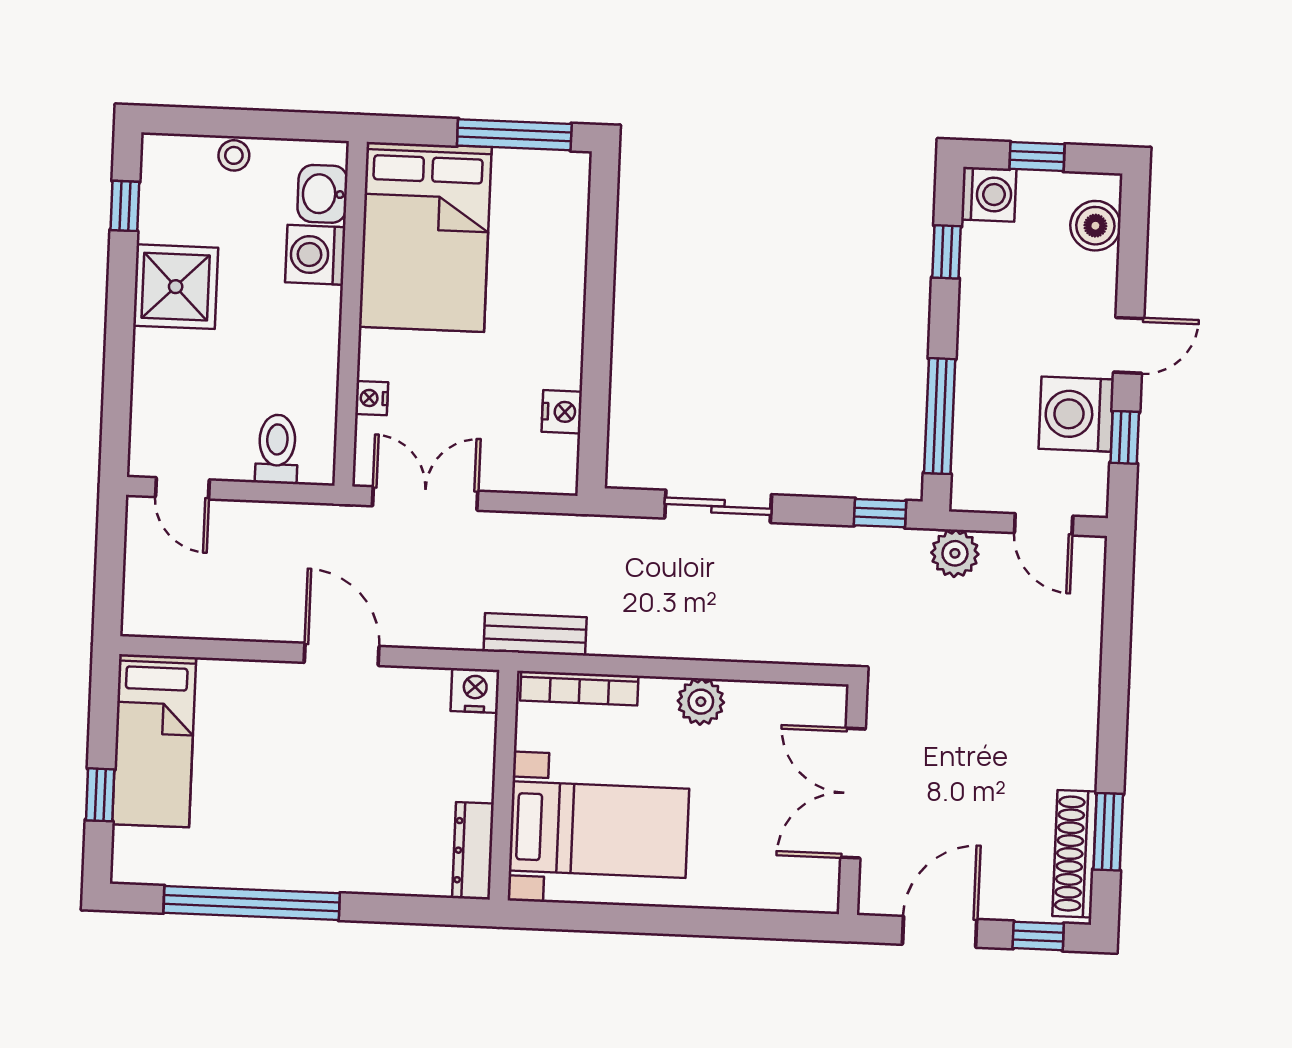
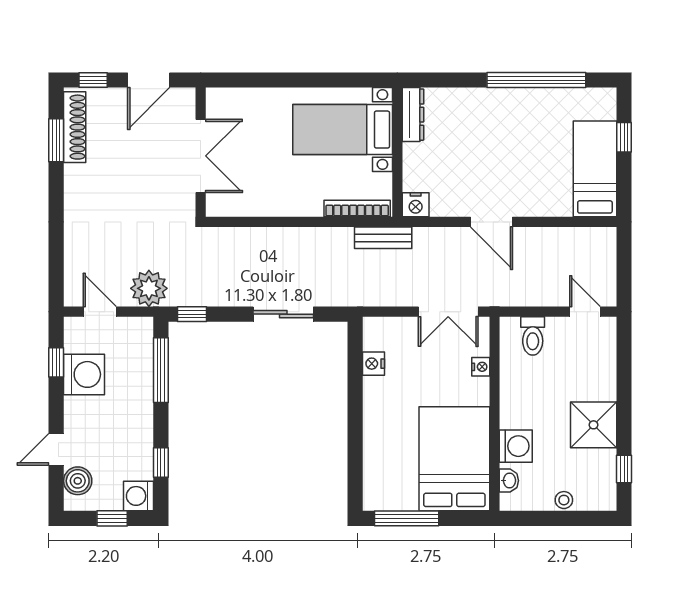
washbasin: (322, 194) -> (509, 481), width x0.72, depth x0.69
door: (1129, 345) -> (56, 449), moved
plant: (955, 553) -> (149, 288), width x1.36, depth x1.36
plant: (701, 702) -> (288, 204), removed

